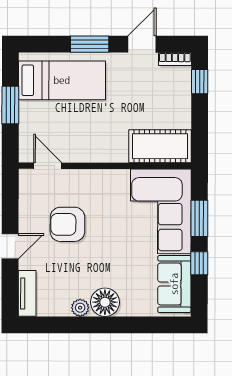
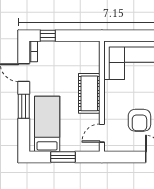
cot: (160, 146) -> (89, 93), moved
window: (199, 218) -> (136, 36), removed

